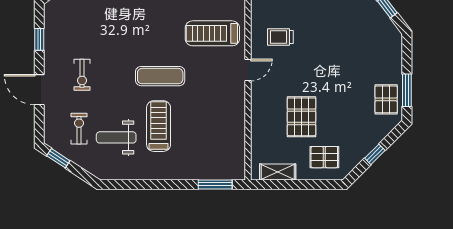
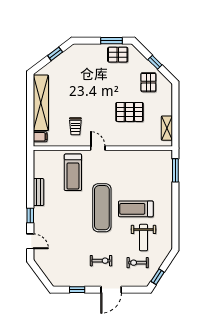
exercise mat: (160, 76) -> (102, 208), width x1.36, depth x1.45
pallet: (324, 157) -> (148, 82), moved

